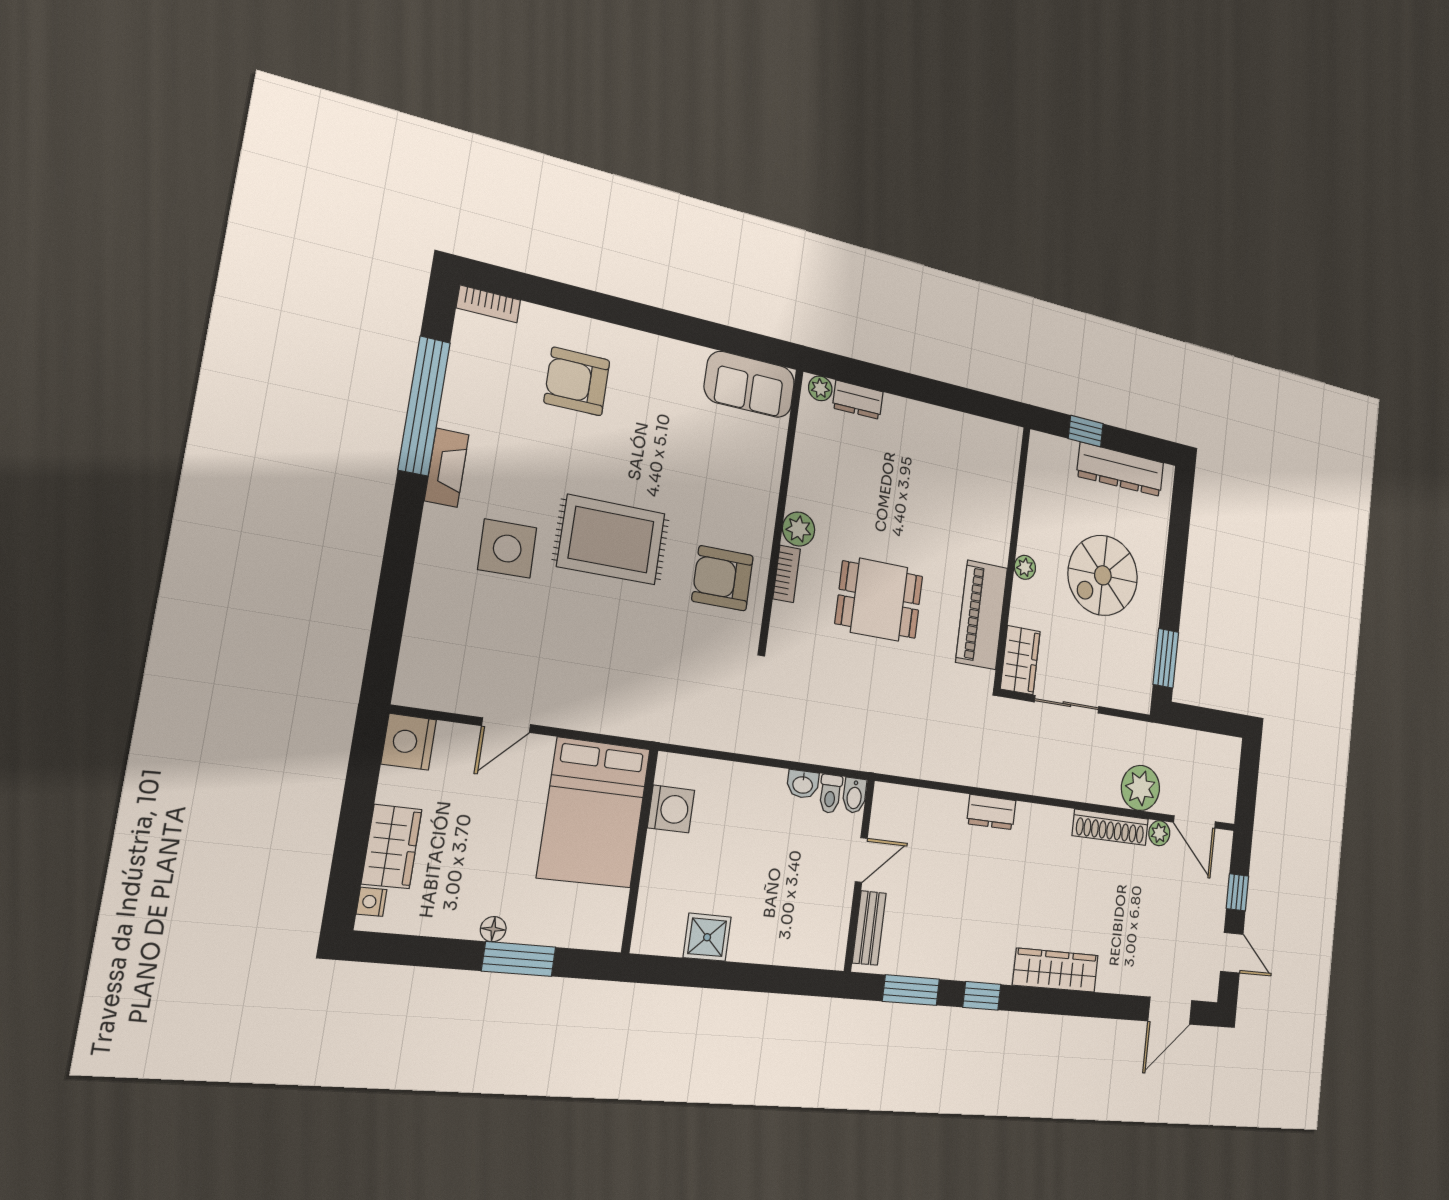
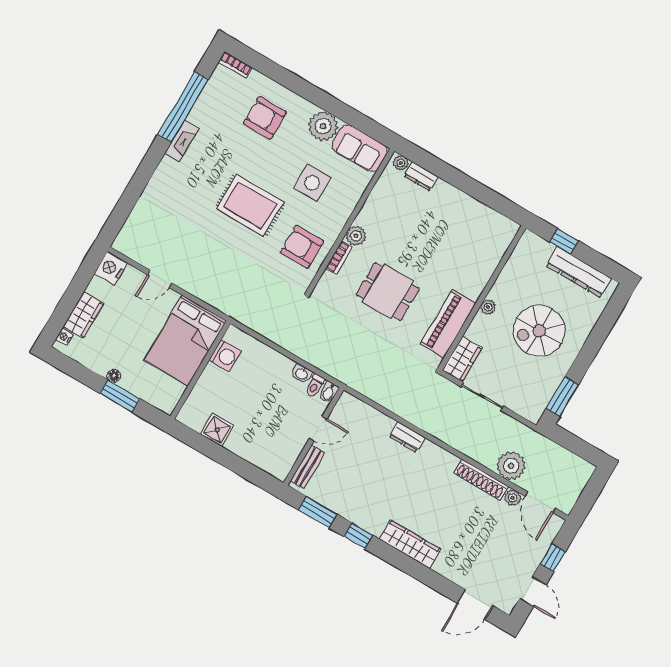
plant: (678, 366) -> (323, 126), added
side table: (507, 549) -> (312, 183), moved

